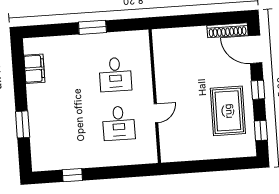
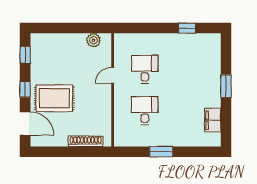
shoe rack: (227, 30) -> (86, 141), moved
rug: (228, 111) -> (54, 98), moved, turned 90
window: (23, 124) -> (226, 86), moved
plant: (182, 153) -> (93, 40), added

